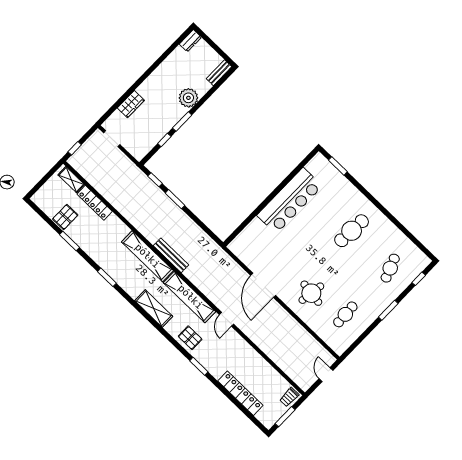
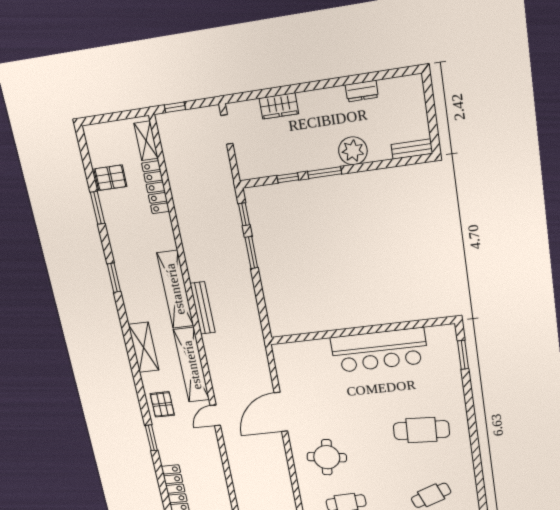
dresser: (190, 41) -> (362, 91), moved

